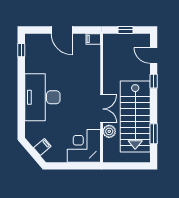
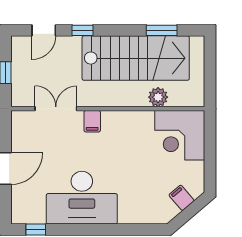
filing cabinet: (93, 39) -> (92, 121), moved
desk: (42, 97) -> (82, 198), moved
double door: (102, 109) -> (56, 109), moved

